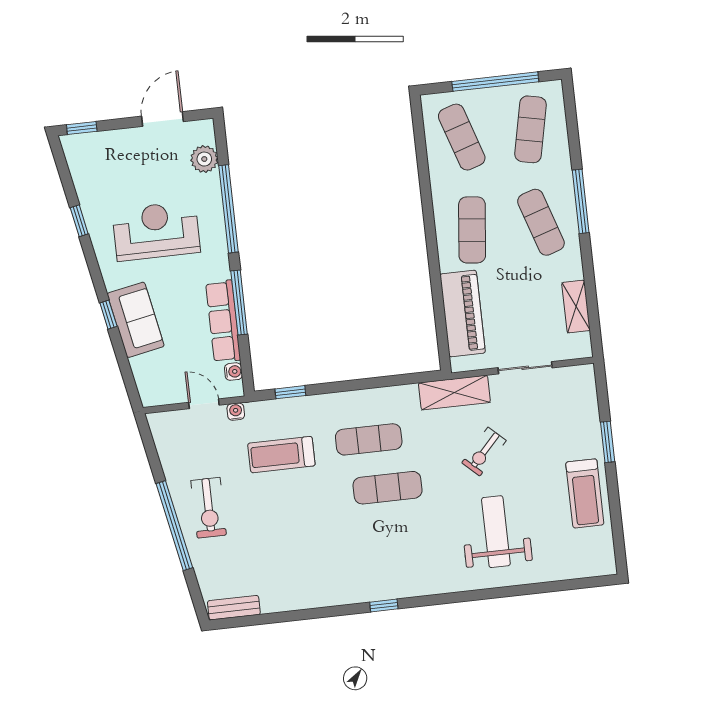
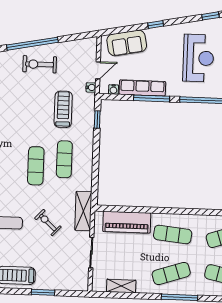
sofa: (136, 320) -> (127, 43), moved

